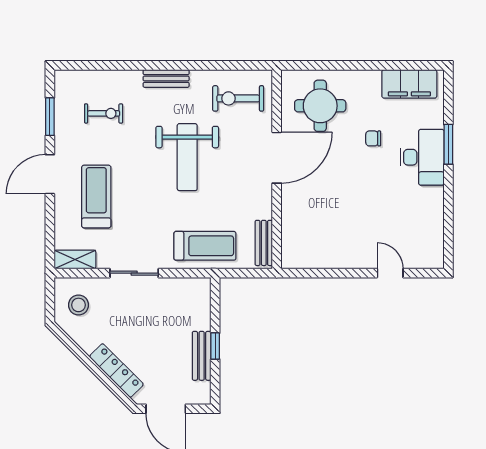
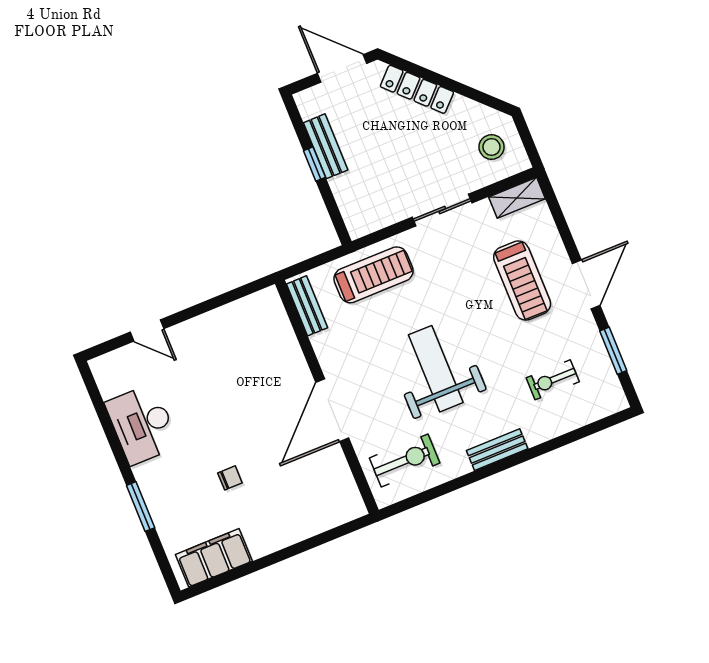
round table: (320, 106) -> (306, 491), removed
desk: (422, 157) -> (142, 424), moved
treadmill: (205, 246) -> (373, 275), turned 180

